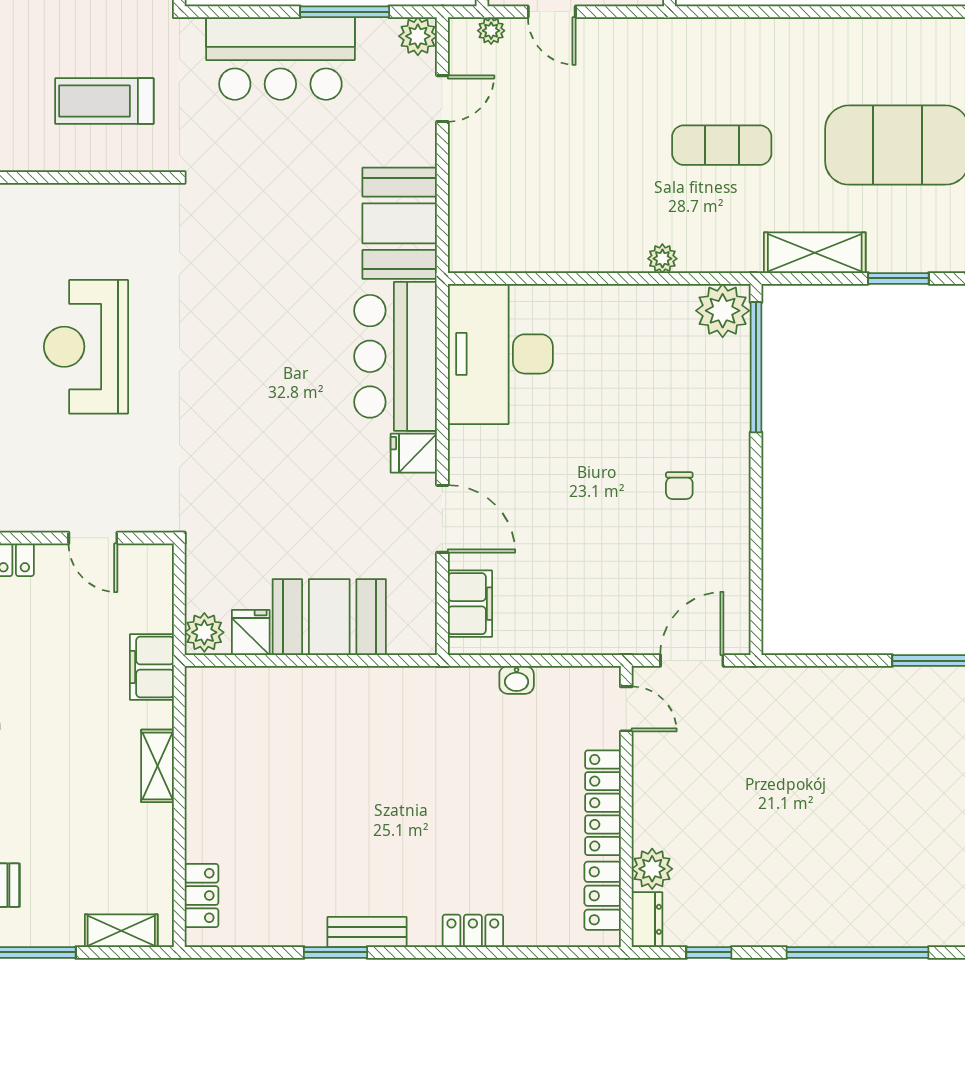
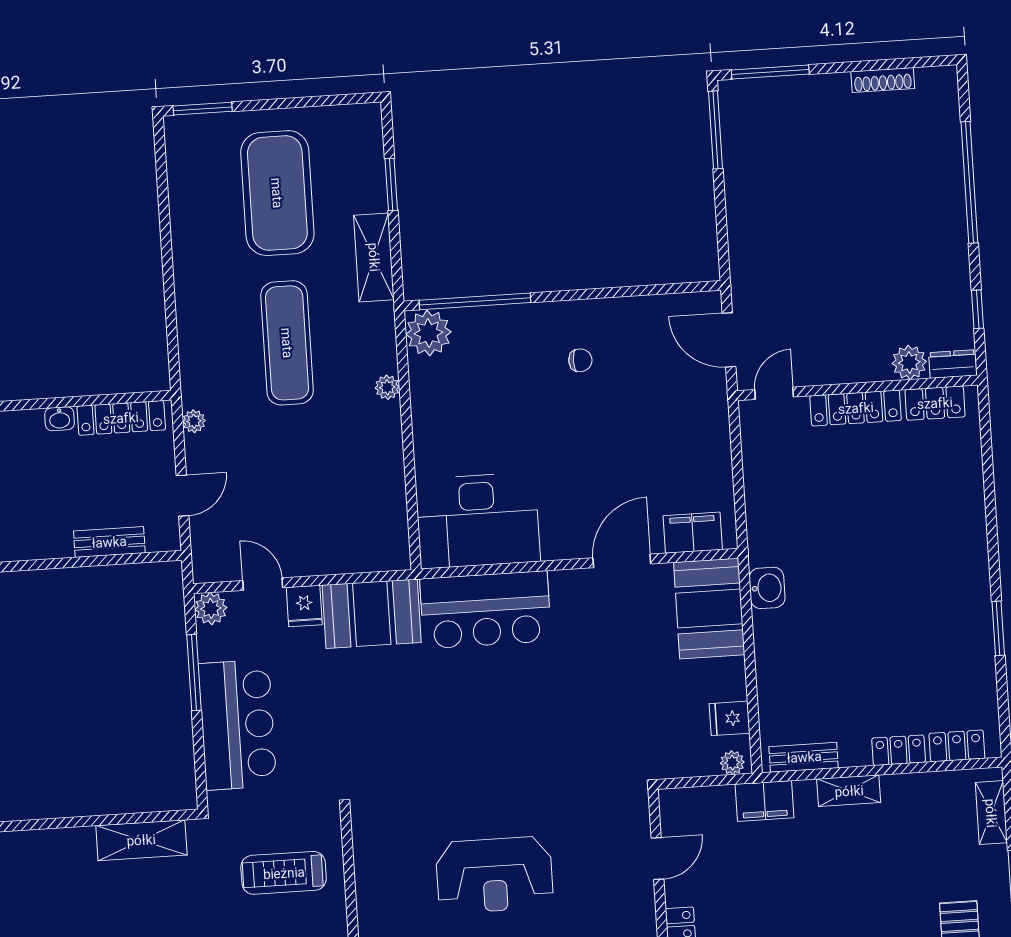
plant: (491, 31) -> (194, 421), moved
treadmill: (104, 101) -> (284, 873), turned 90
exercise mat: (722, 145) -> (287, 343), width x1.36, depth x1.45
fridge: (414, 453) -> (304, 606), moved
booth: (329, 617) -> (709, 608), moved
plant: (204, 632) -> (732, 763), width x0.73, depth x0.73
washbasin: (517, 680) -> (767, 588), moved, width x1.38, depth x1.45
locker: (473, 931) -> (899, 750), moved, turned 90
bench: (367, 932) -> (804, 757), moved, turned 90

